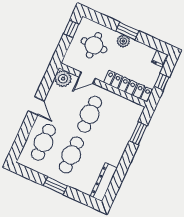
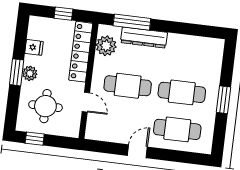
fridge: (159, 58) -> (34, 47), moved
plant: (63, 79) -> (106, 46), moved
window: (138, 133) -> (132, 22), width x1.44
dresser: (104, 182) -> (144, 37), moved

